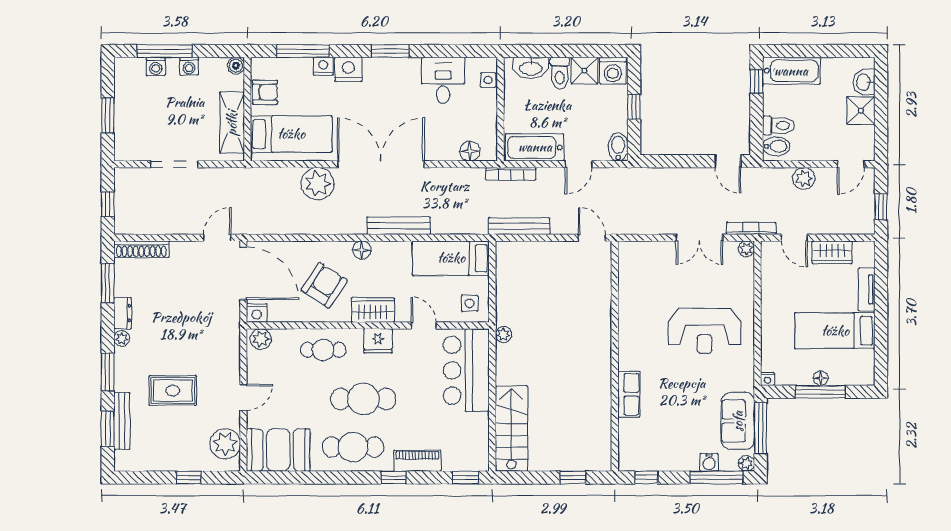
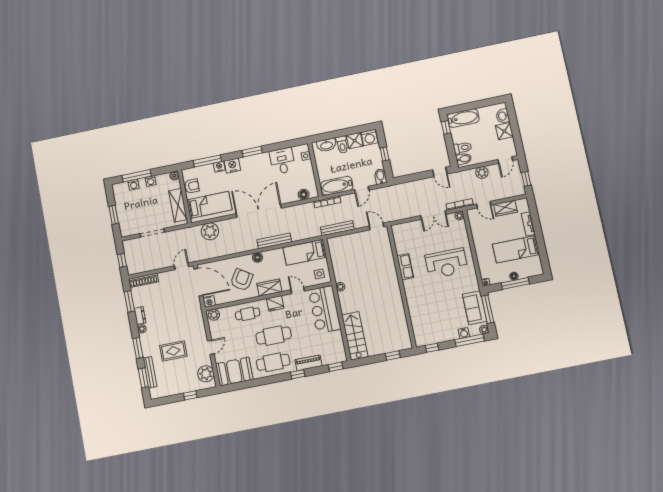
plant: (318, 184) -> (210, 231), moved
row of seats: (629, 394) -> (405, 267), moved

